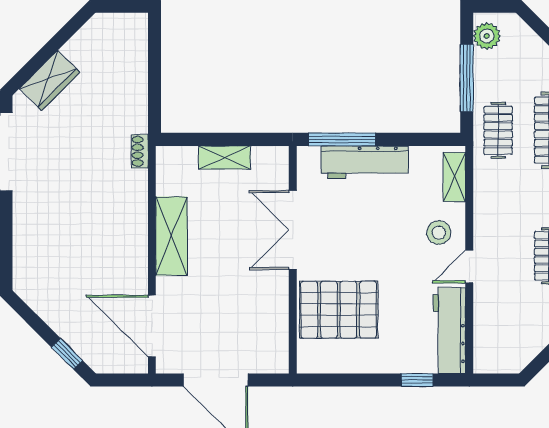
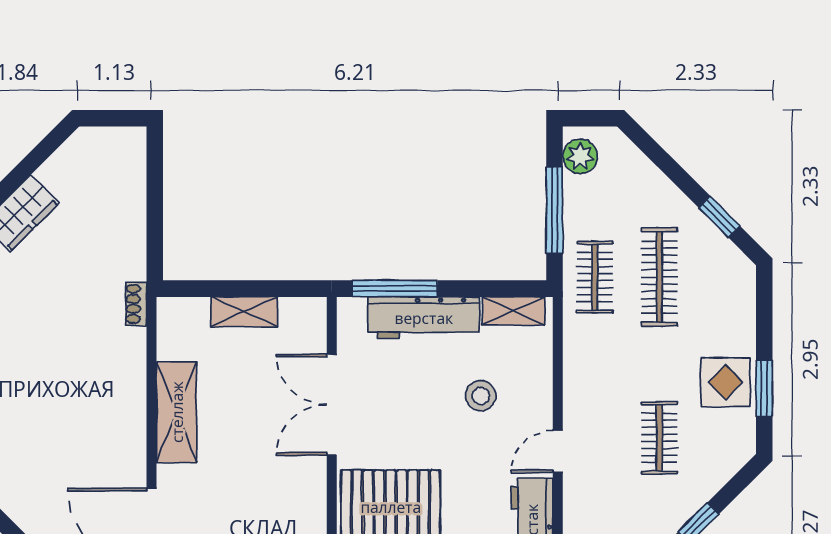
shelving: (454, 177) -> (514, 311), moved, turned 90
stool: (439, 233) -> (481, 396), moved

